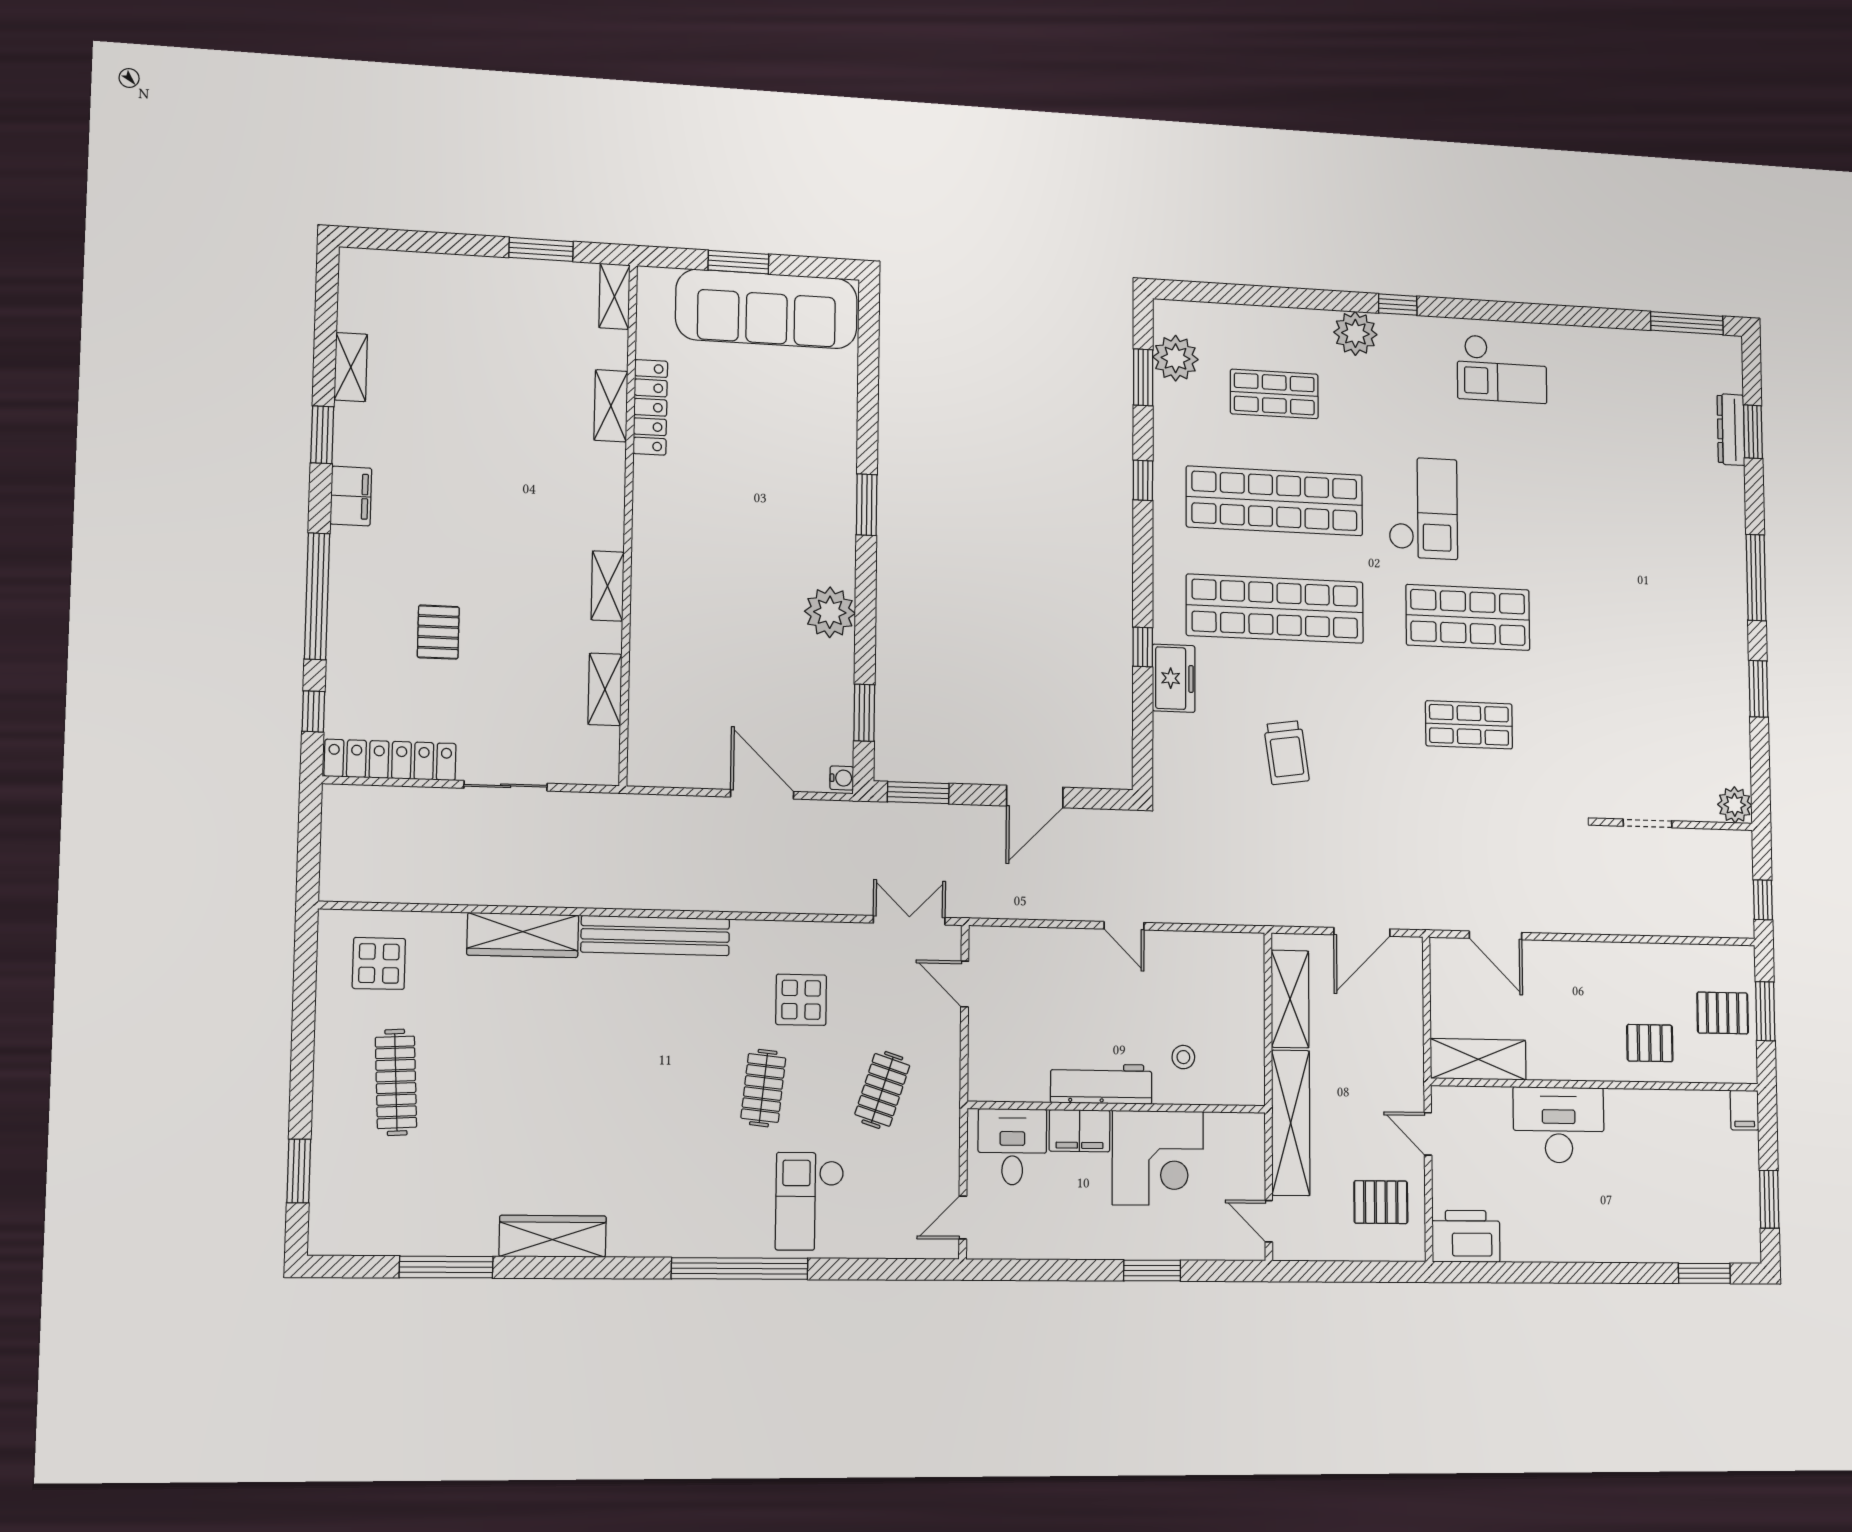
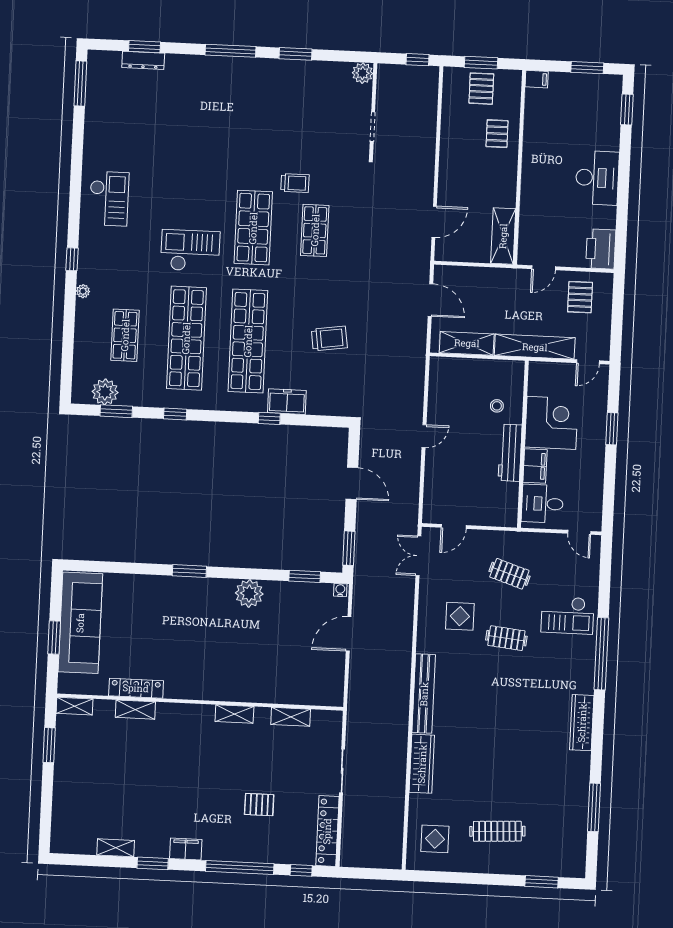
plant: (1355, 333) -> (83, 291), width x0.53, depth x0.53
trolley: (1546, 690) -> (295, 183), added
desk: (1559, 1125) -> (597, 178), moved, turned 180
wardrobe: (553, 1236) -> (582, 723), moved

